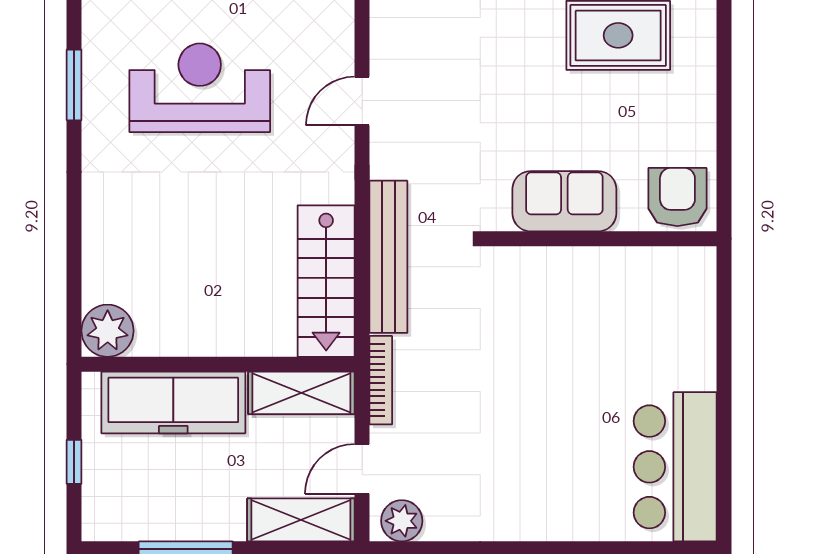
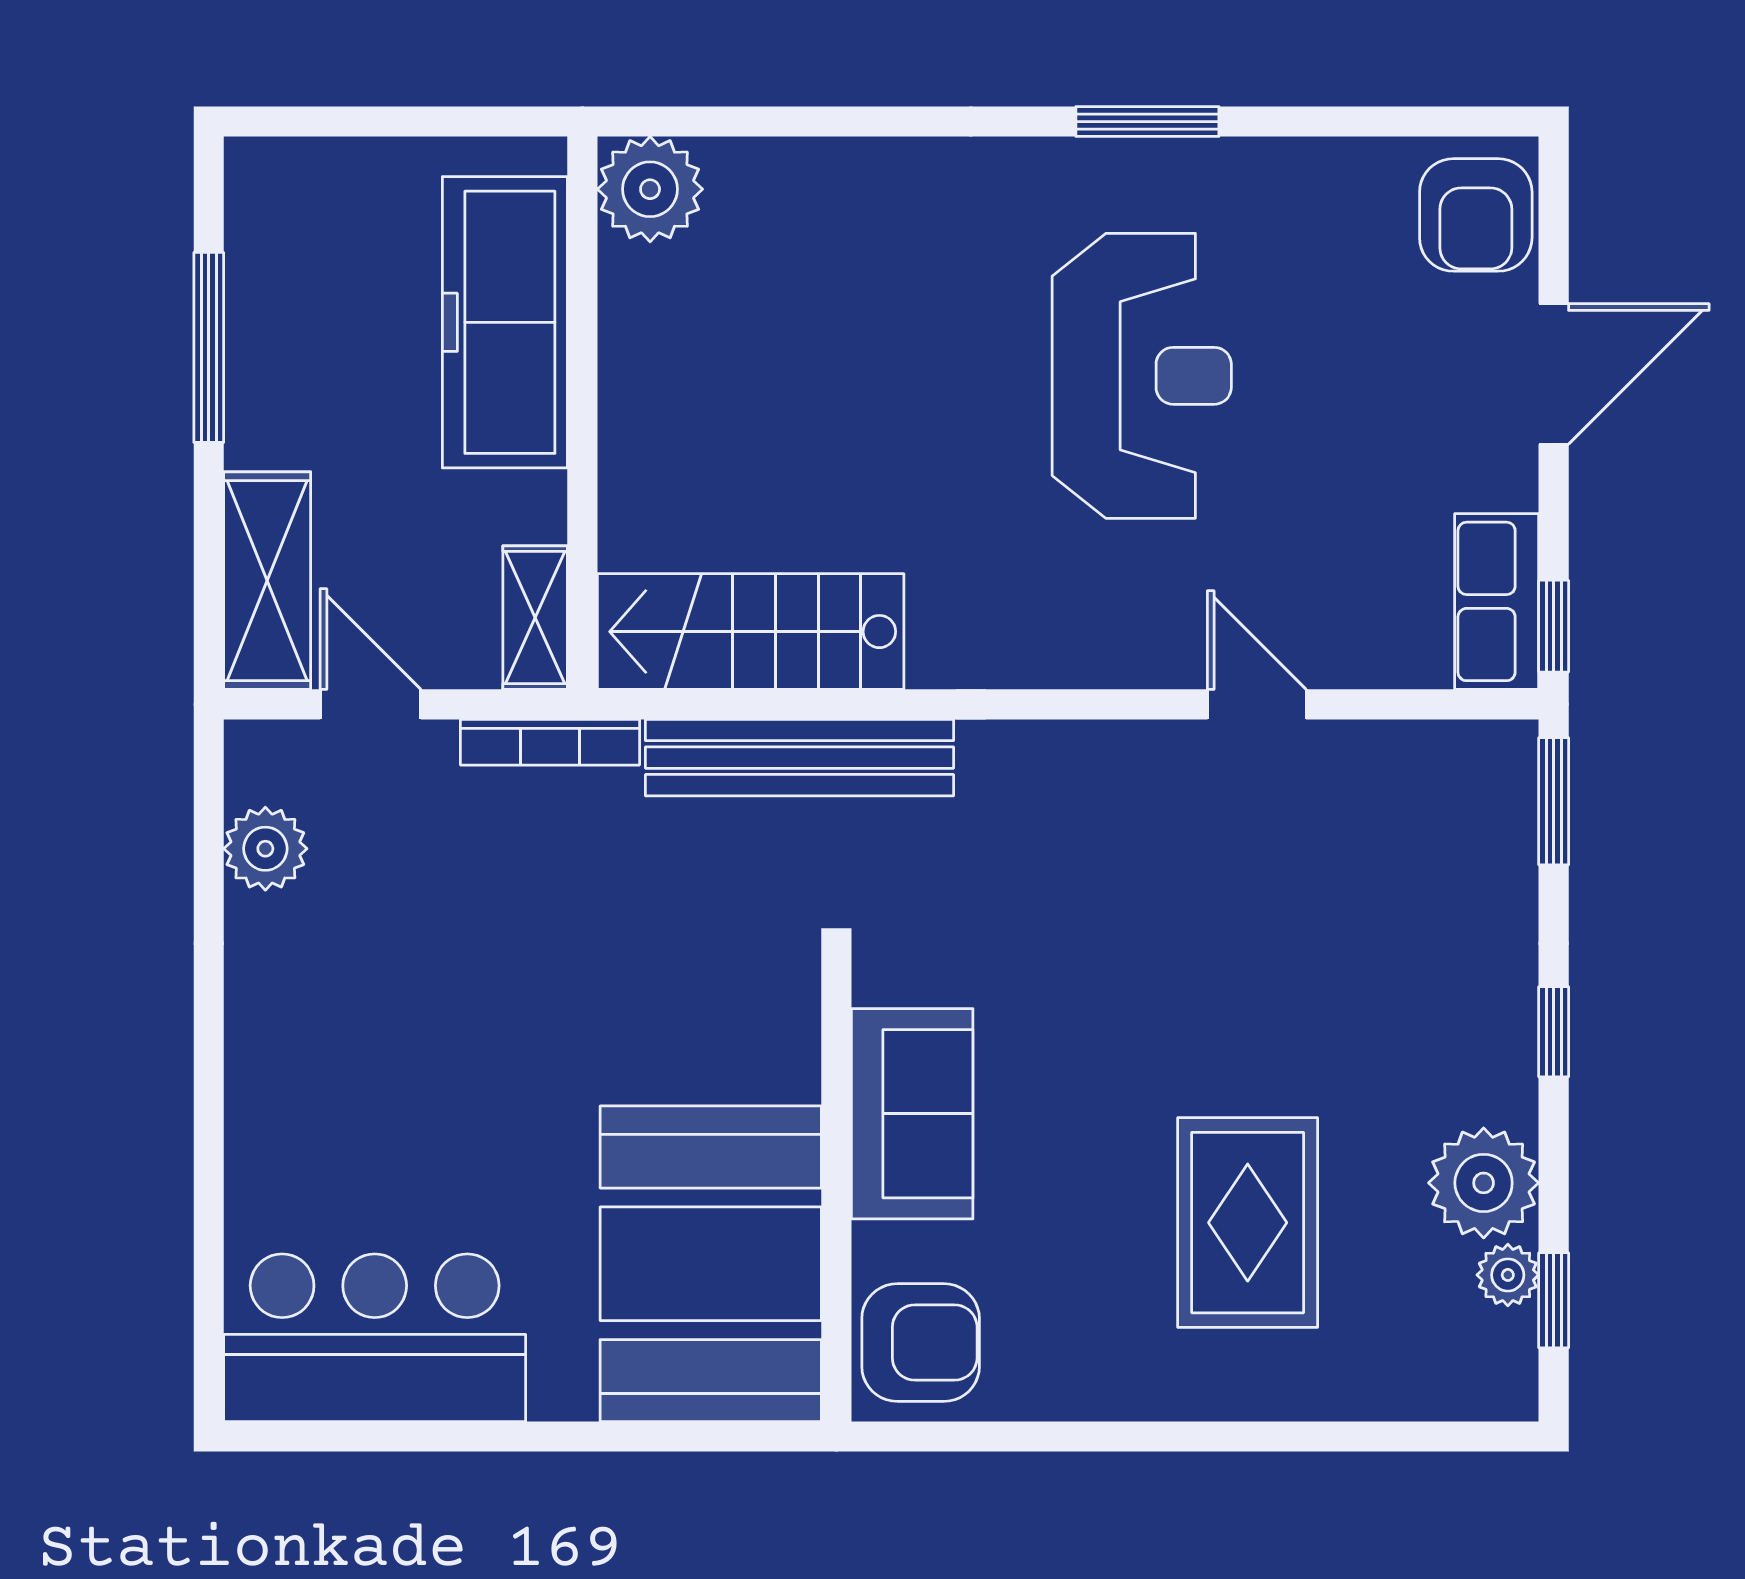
door: (362, 101) -> (1257, 704), moved
booth: (639, 301) -> (711, 1264), added
shelving: (301, 393) -> (535, 618), width x0.67, depth x0.75
window: (74, 462) -> (385, 122), removed
plant: (402, 521) -> (265, 849), moved

